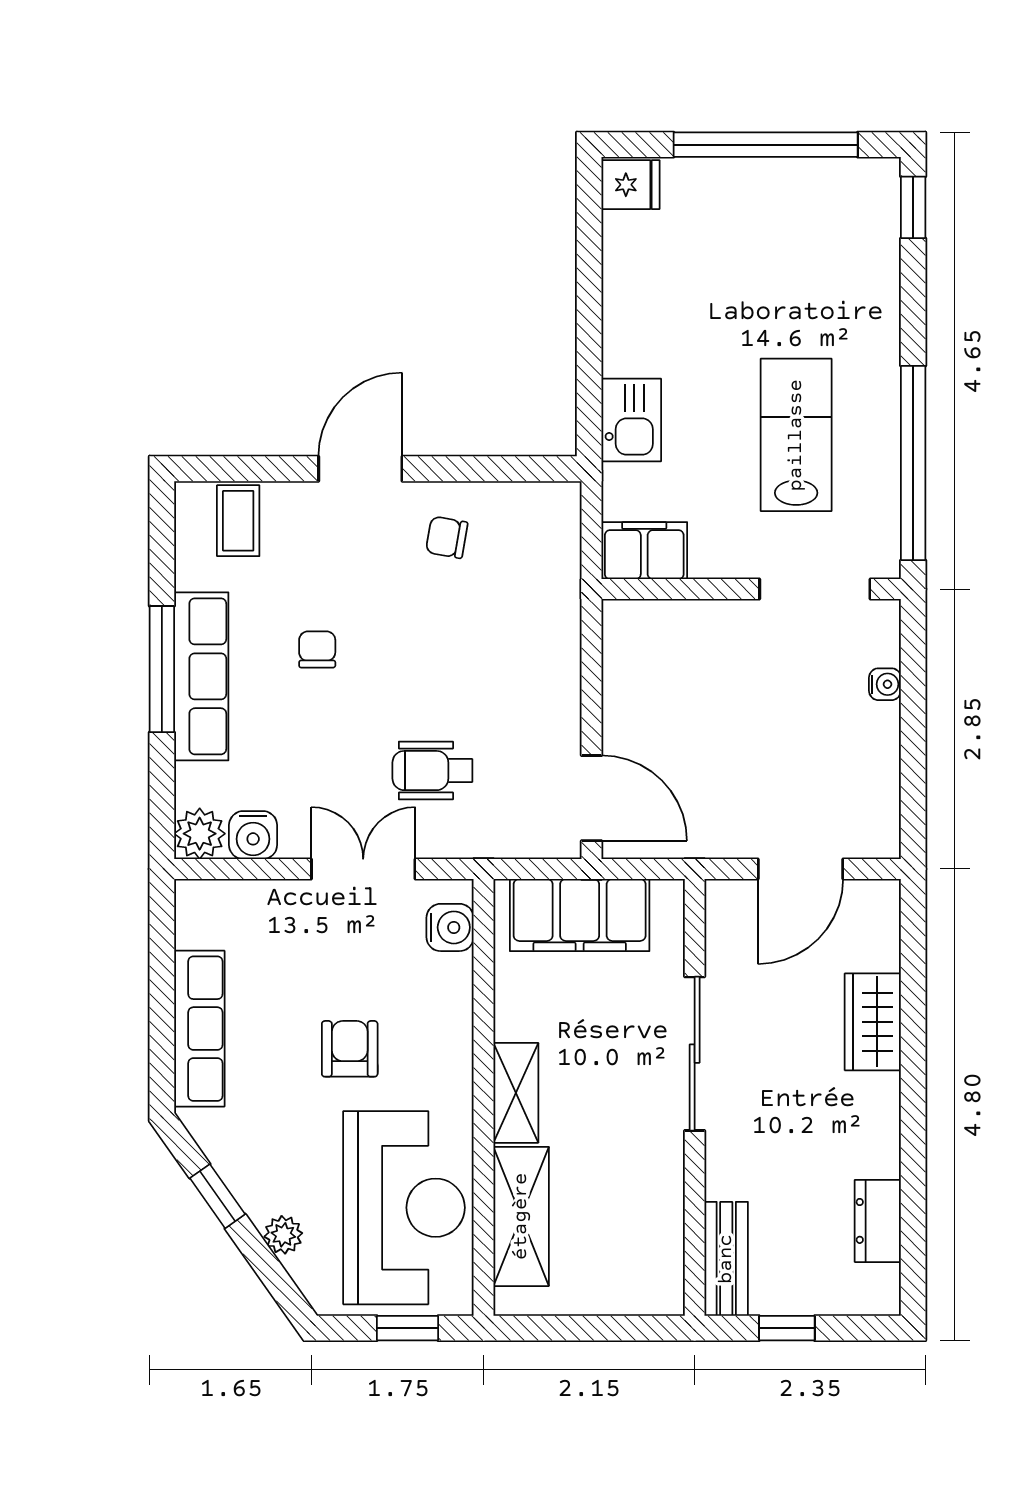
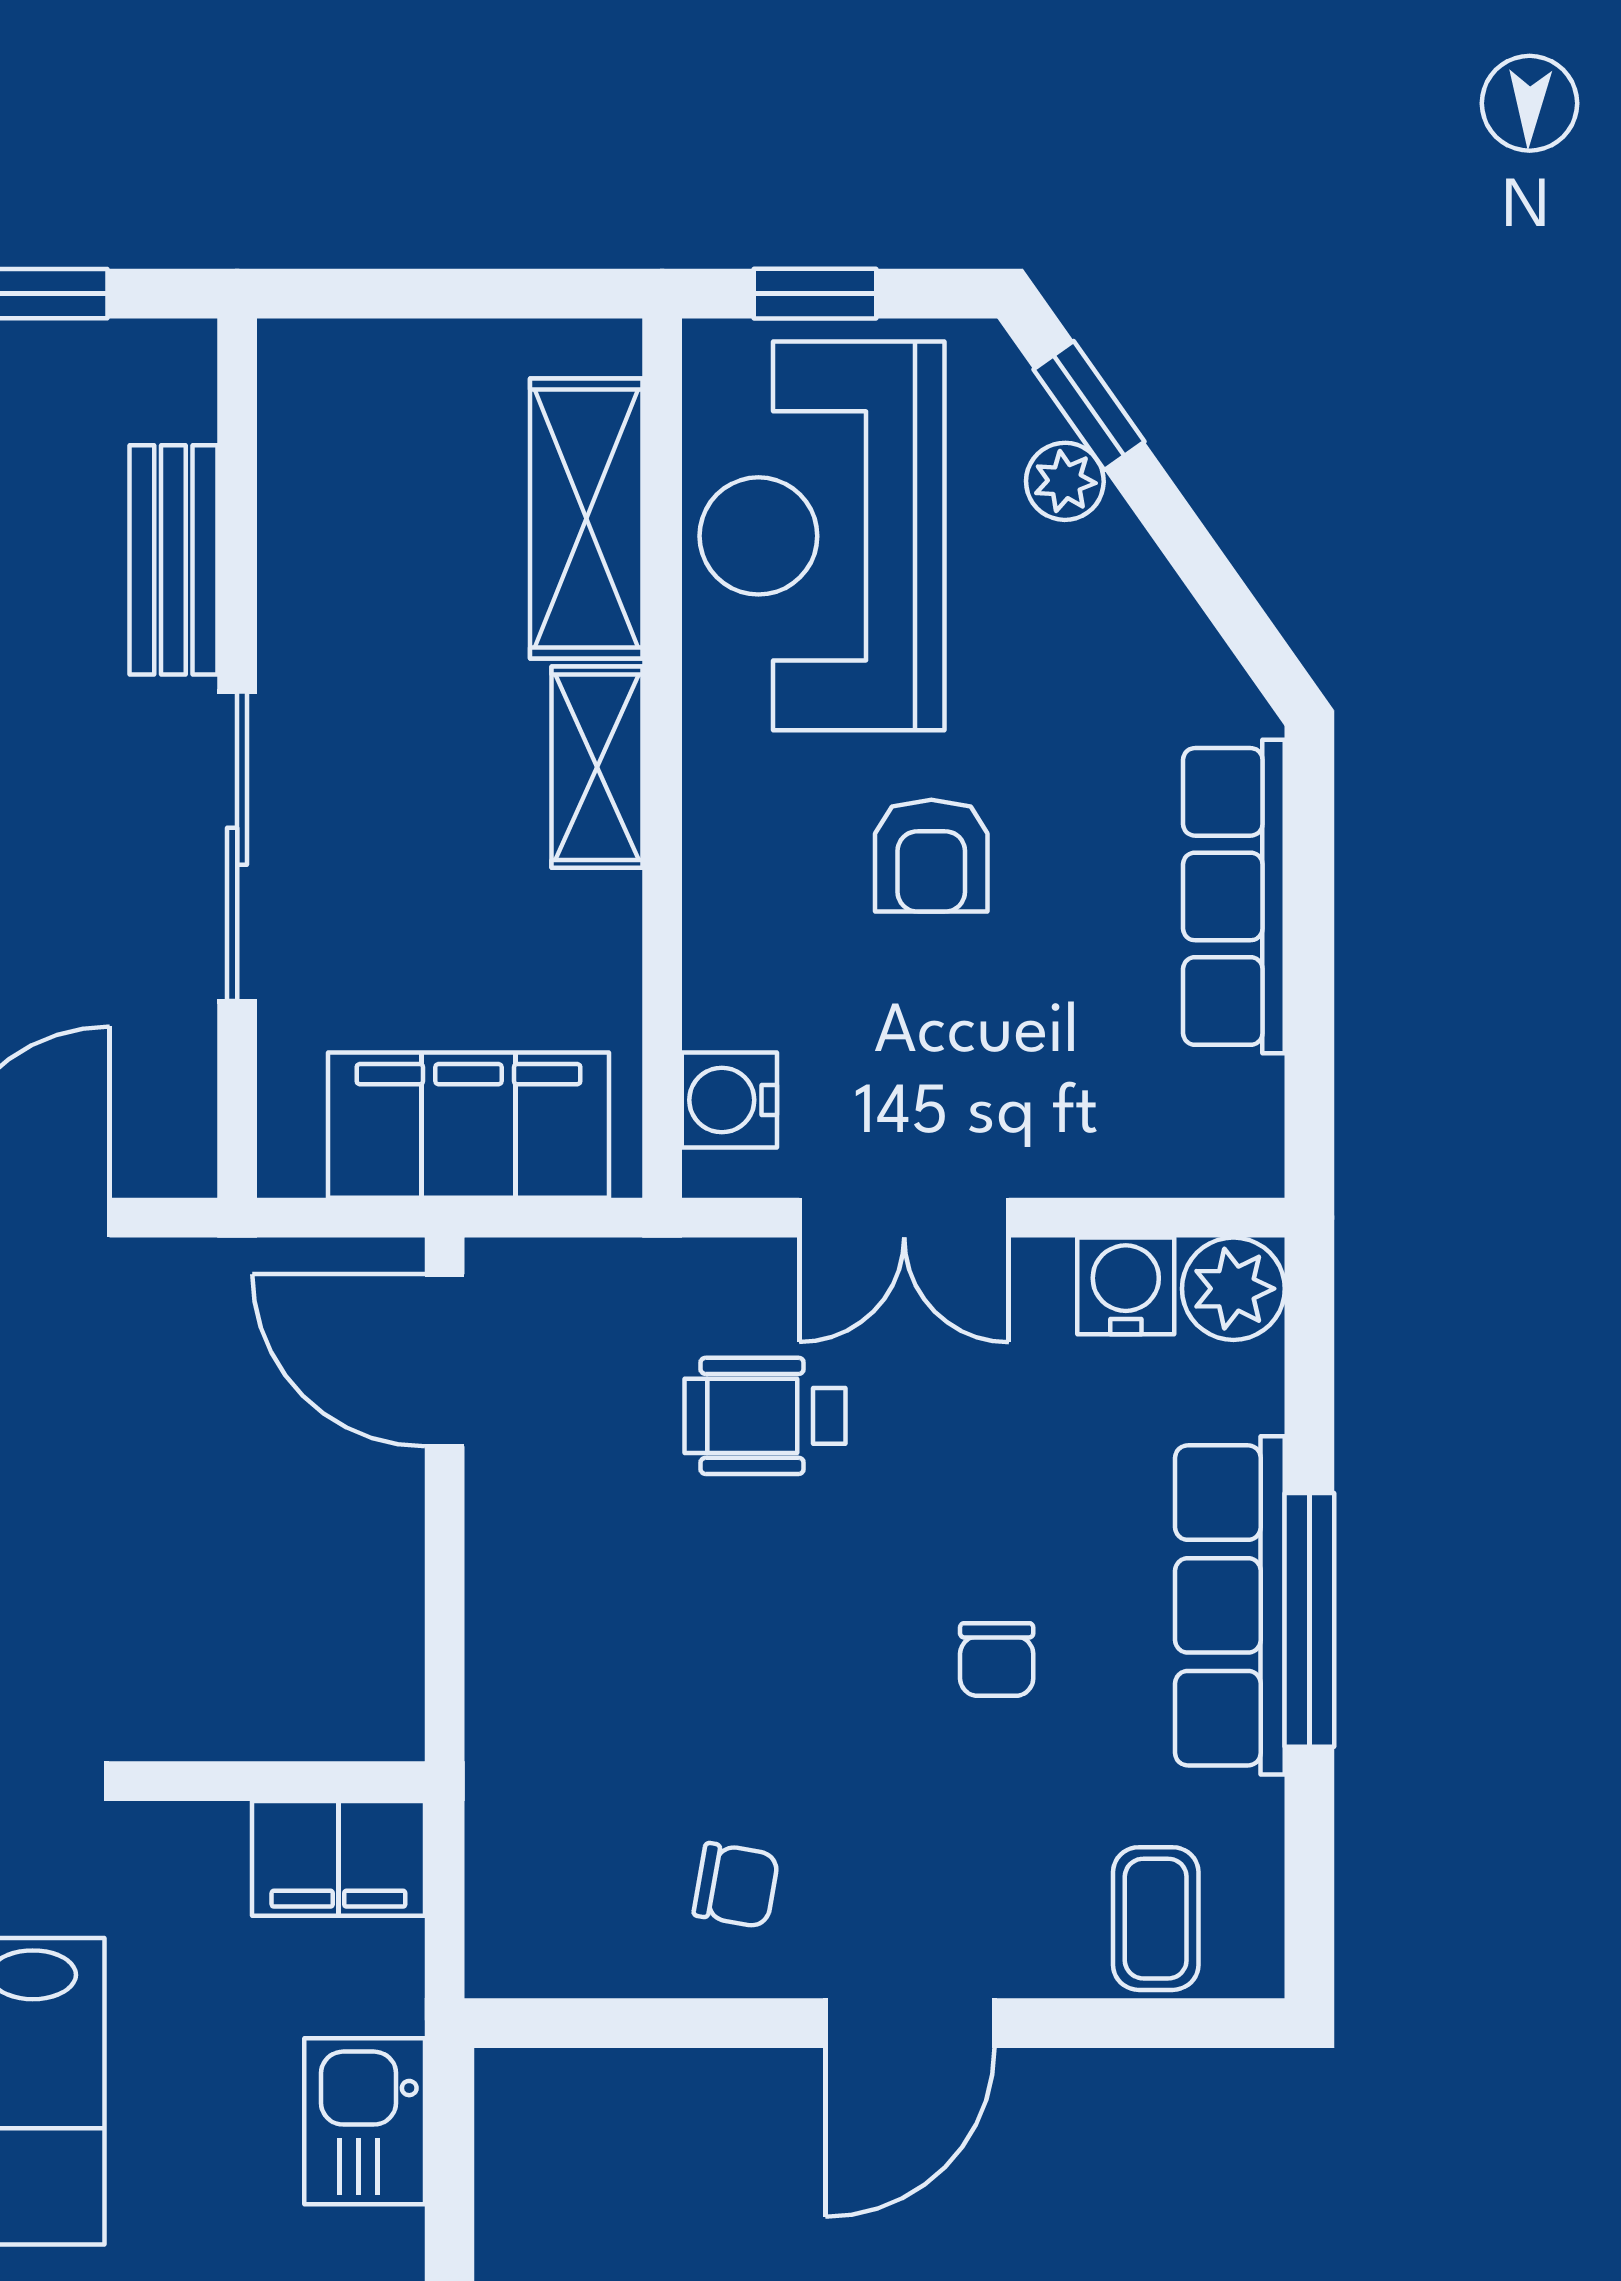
wheelchair: (432, 771) -> (765, 1416), turned 180
window: (218, 1196) -> (1089, 406), moved
bench: (726, 1259) -> (173, 560), moved

